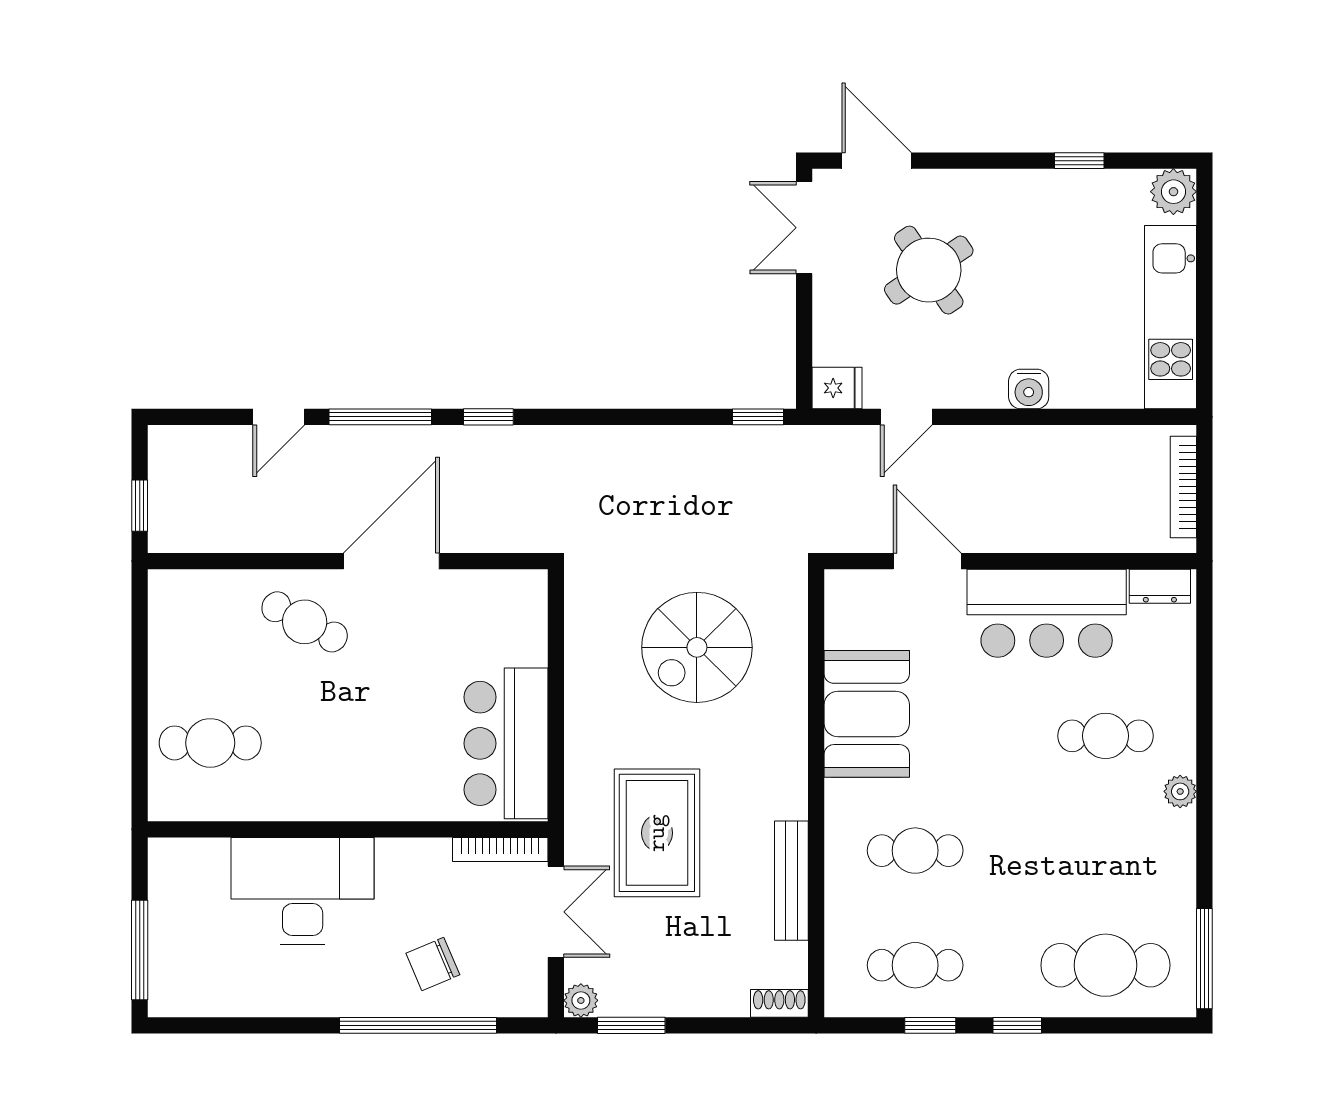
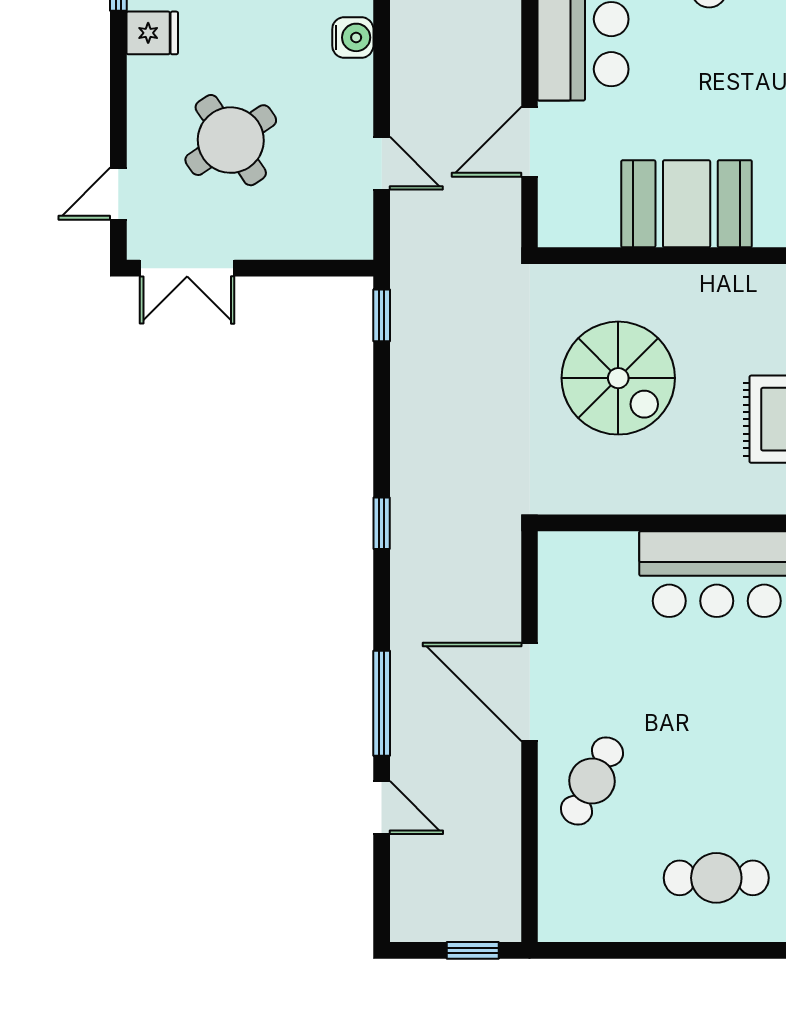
door: (877, 161) -> (118, 194), width x0.73
fridge: (837, 388) -> (152, 33), moved, turned 90
window: (488, 417) -> (382, 523), moved
cafe table: (210, 743) -> (716, 878), turned 90

